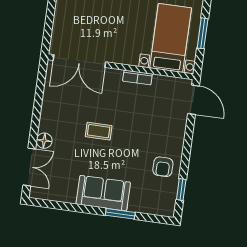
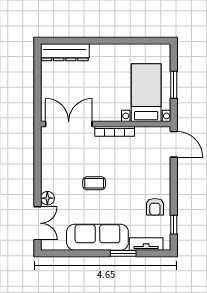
double door: (79, 61) -> (69, 124), swing flipped
bookcase: (137, 77) -> (115, 131), width x1.56
sofa: (103, 193) -> (97, 237), width x1.36
tv unit: (147, 207) -> (146, 244), added

